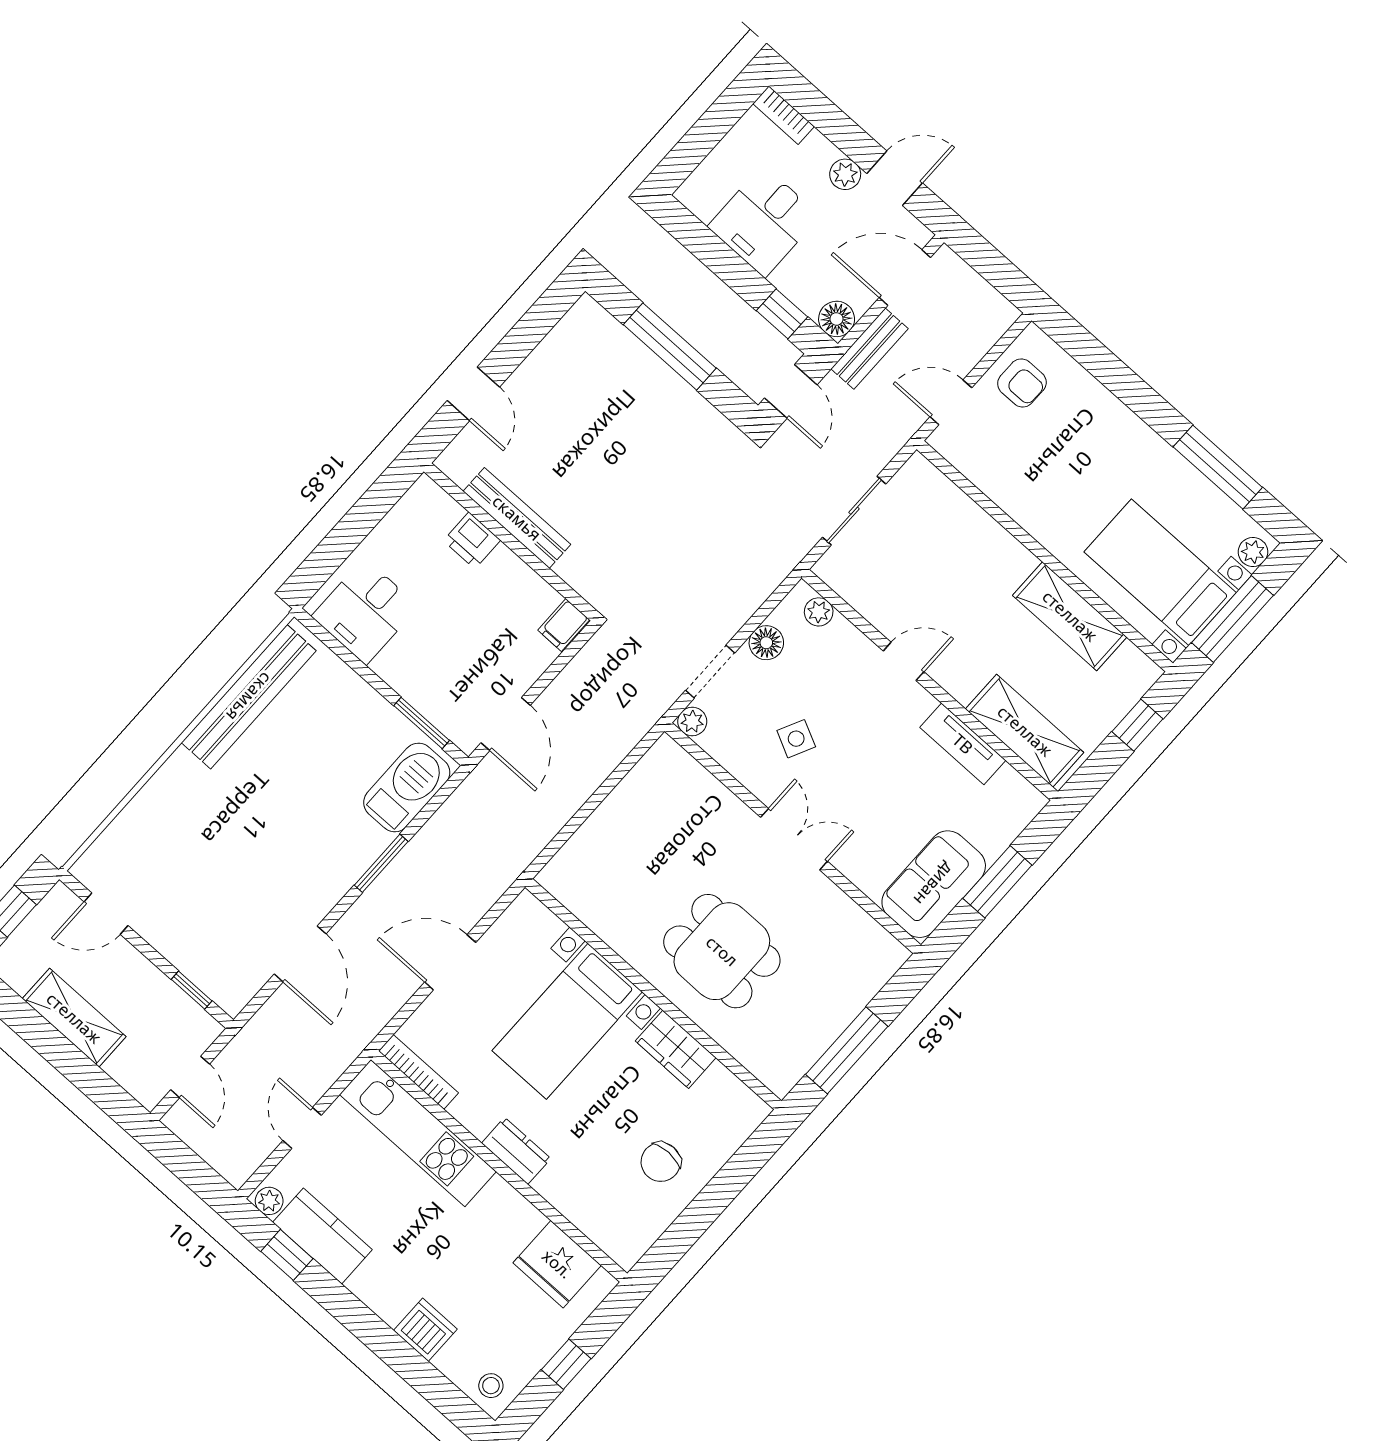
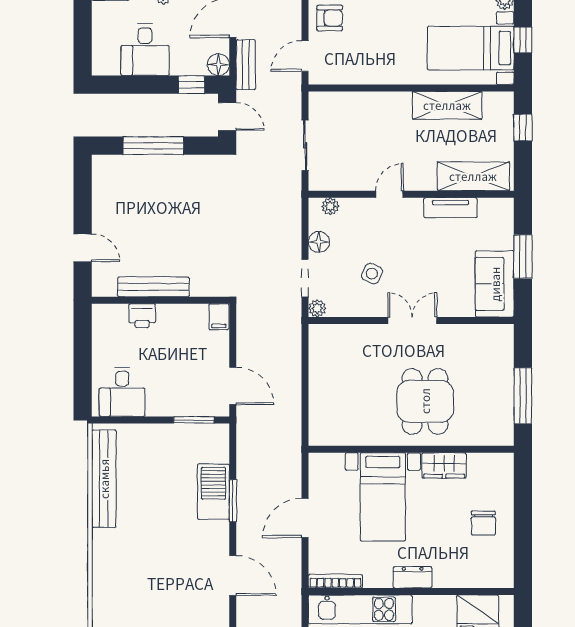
window: (1232, 619) -> (523, 40), width x0.46
barbecue: (407, 787) -> (213, 492), moved
dining table: (722, 951) -> (425, 401), turned 90

